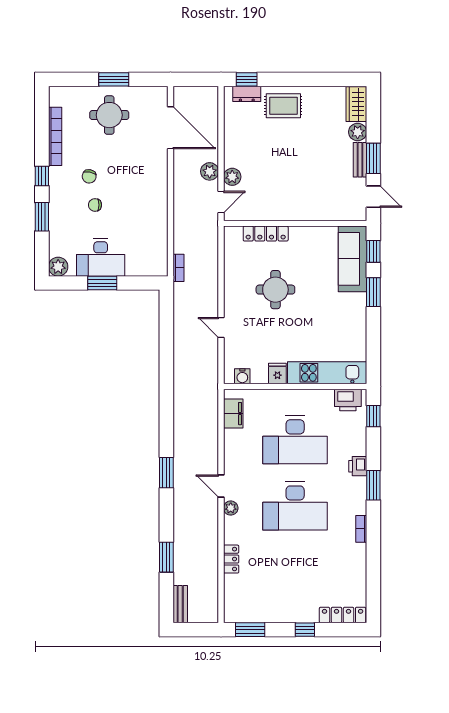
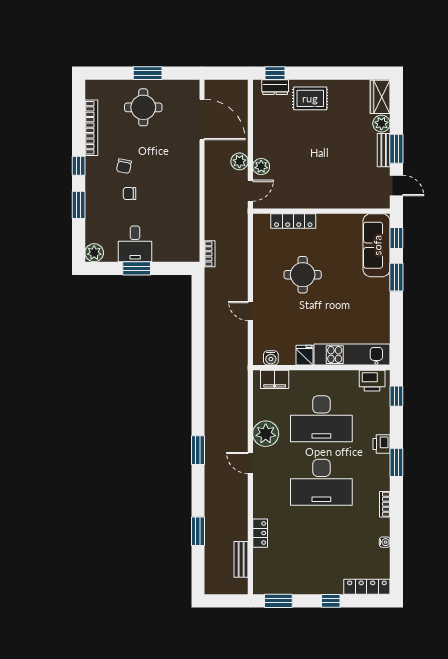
desk: (101, 257) -> (135, 244), width x0.73
filing cabinet: (233, 414) -> (275, 379), moved, turned 90
plant: (231, 508) -> (266, 434), moved, width x1.88, depth x1.88
water cooler: (361, 568) -> (385, 542), added
bench: (180, 604) -> (241, 559), moved

